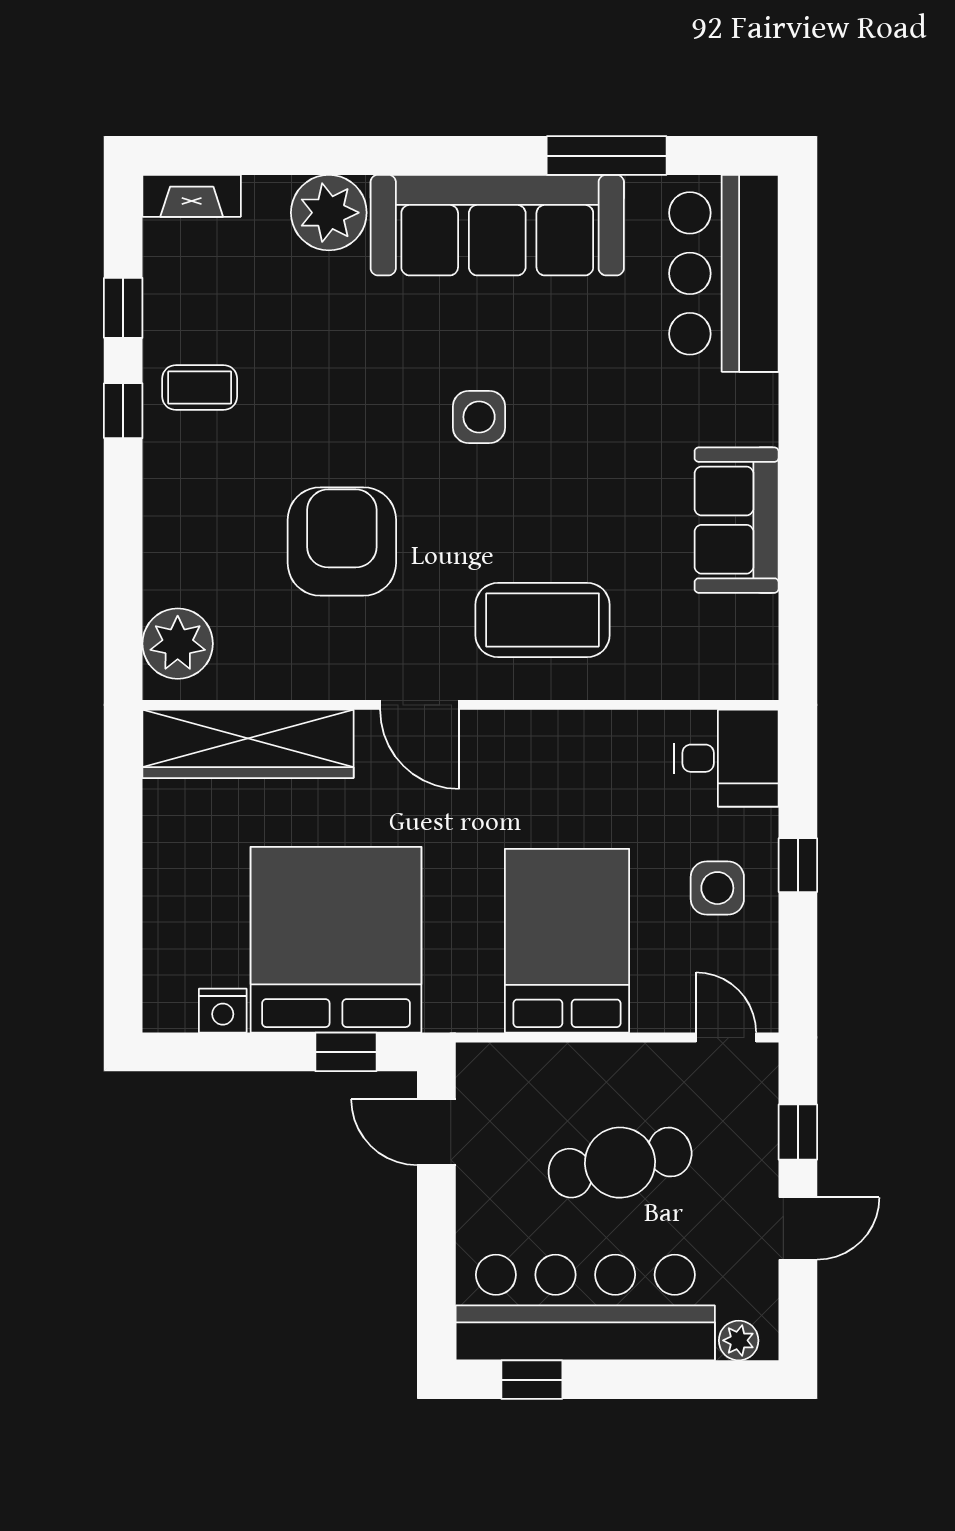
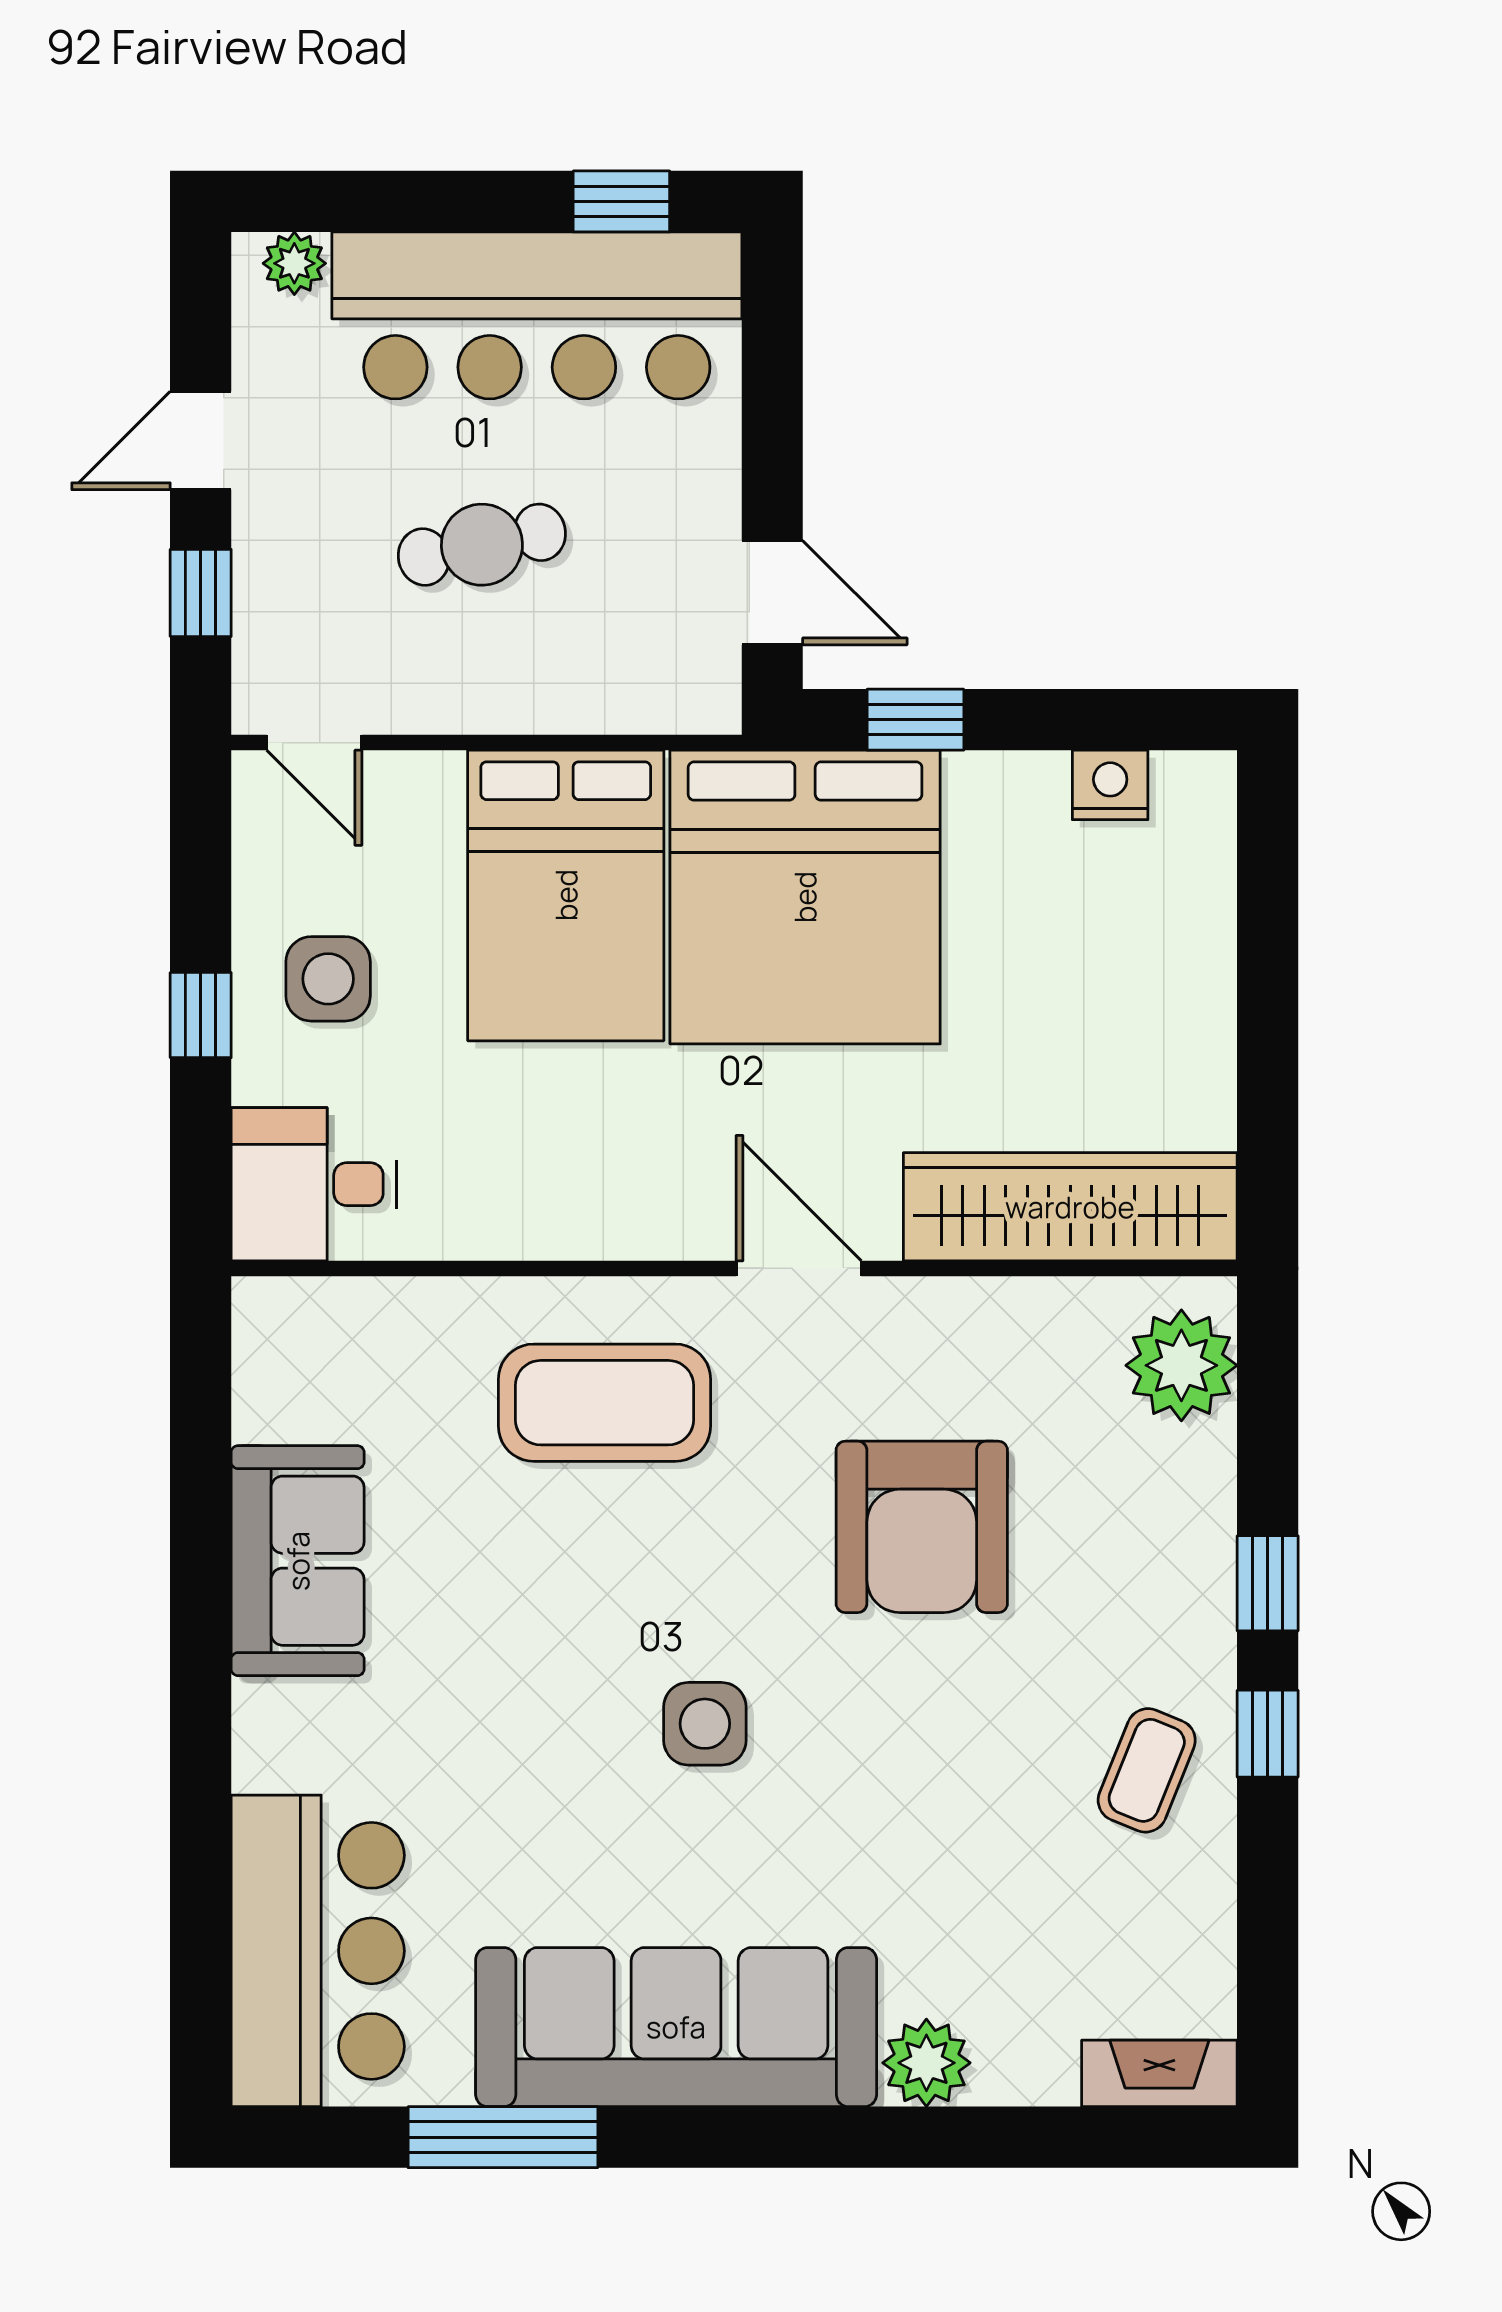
plant: (329, 213) -> (926, 2063), width x0.73, depth x0.73
window: (123, 308) -> (1268, 1583), moved
coffee table: (200, 387) -> (1147, 1770), turned -68
bed: (336, 940) -> (805, 897), moved
cafe table: (620, 1163) -> (482, 545), width x0.73, depth x0.74

